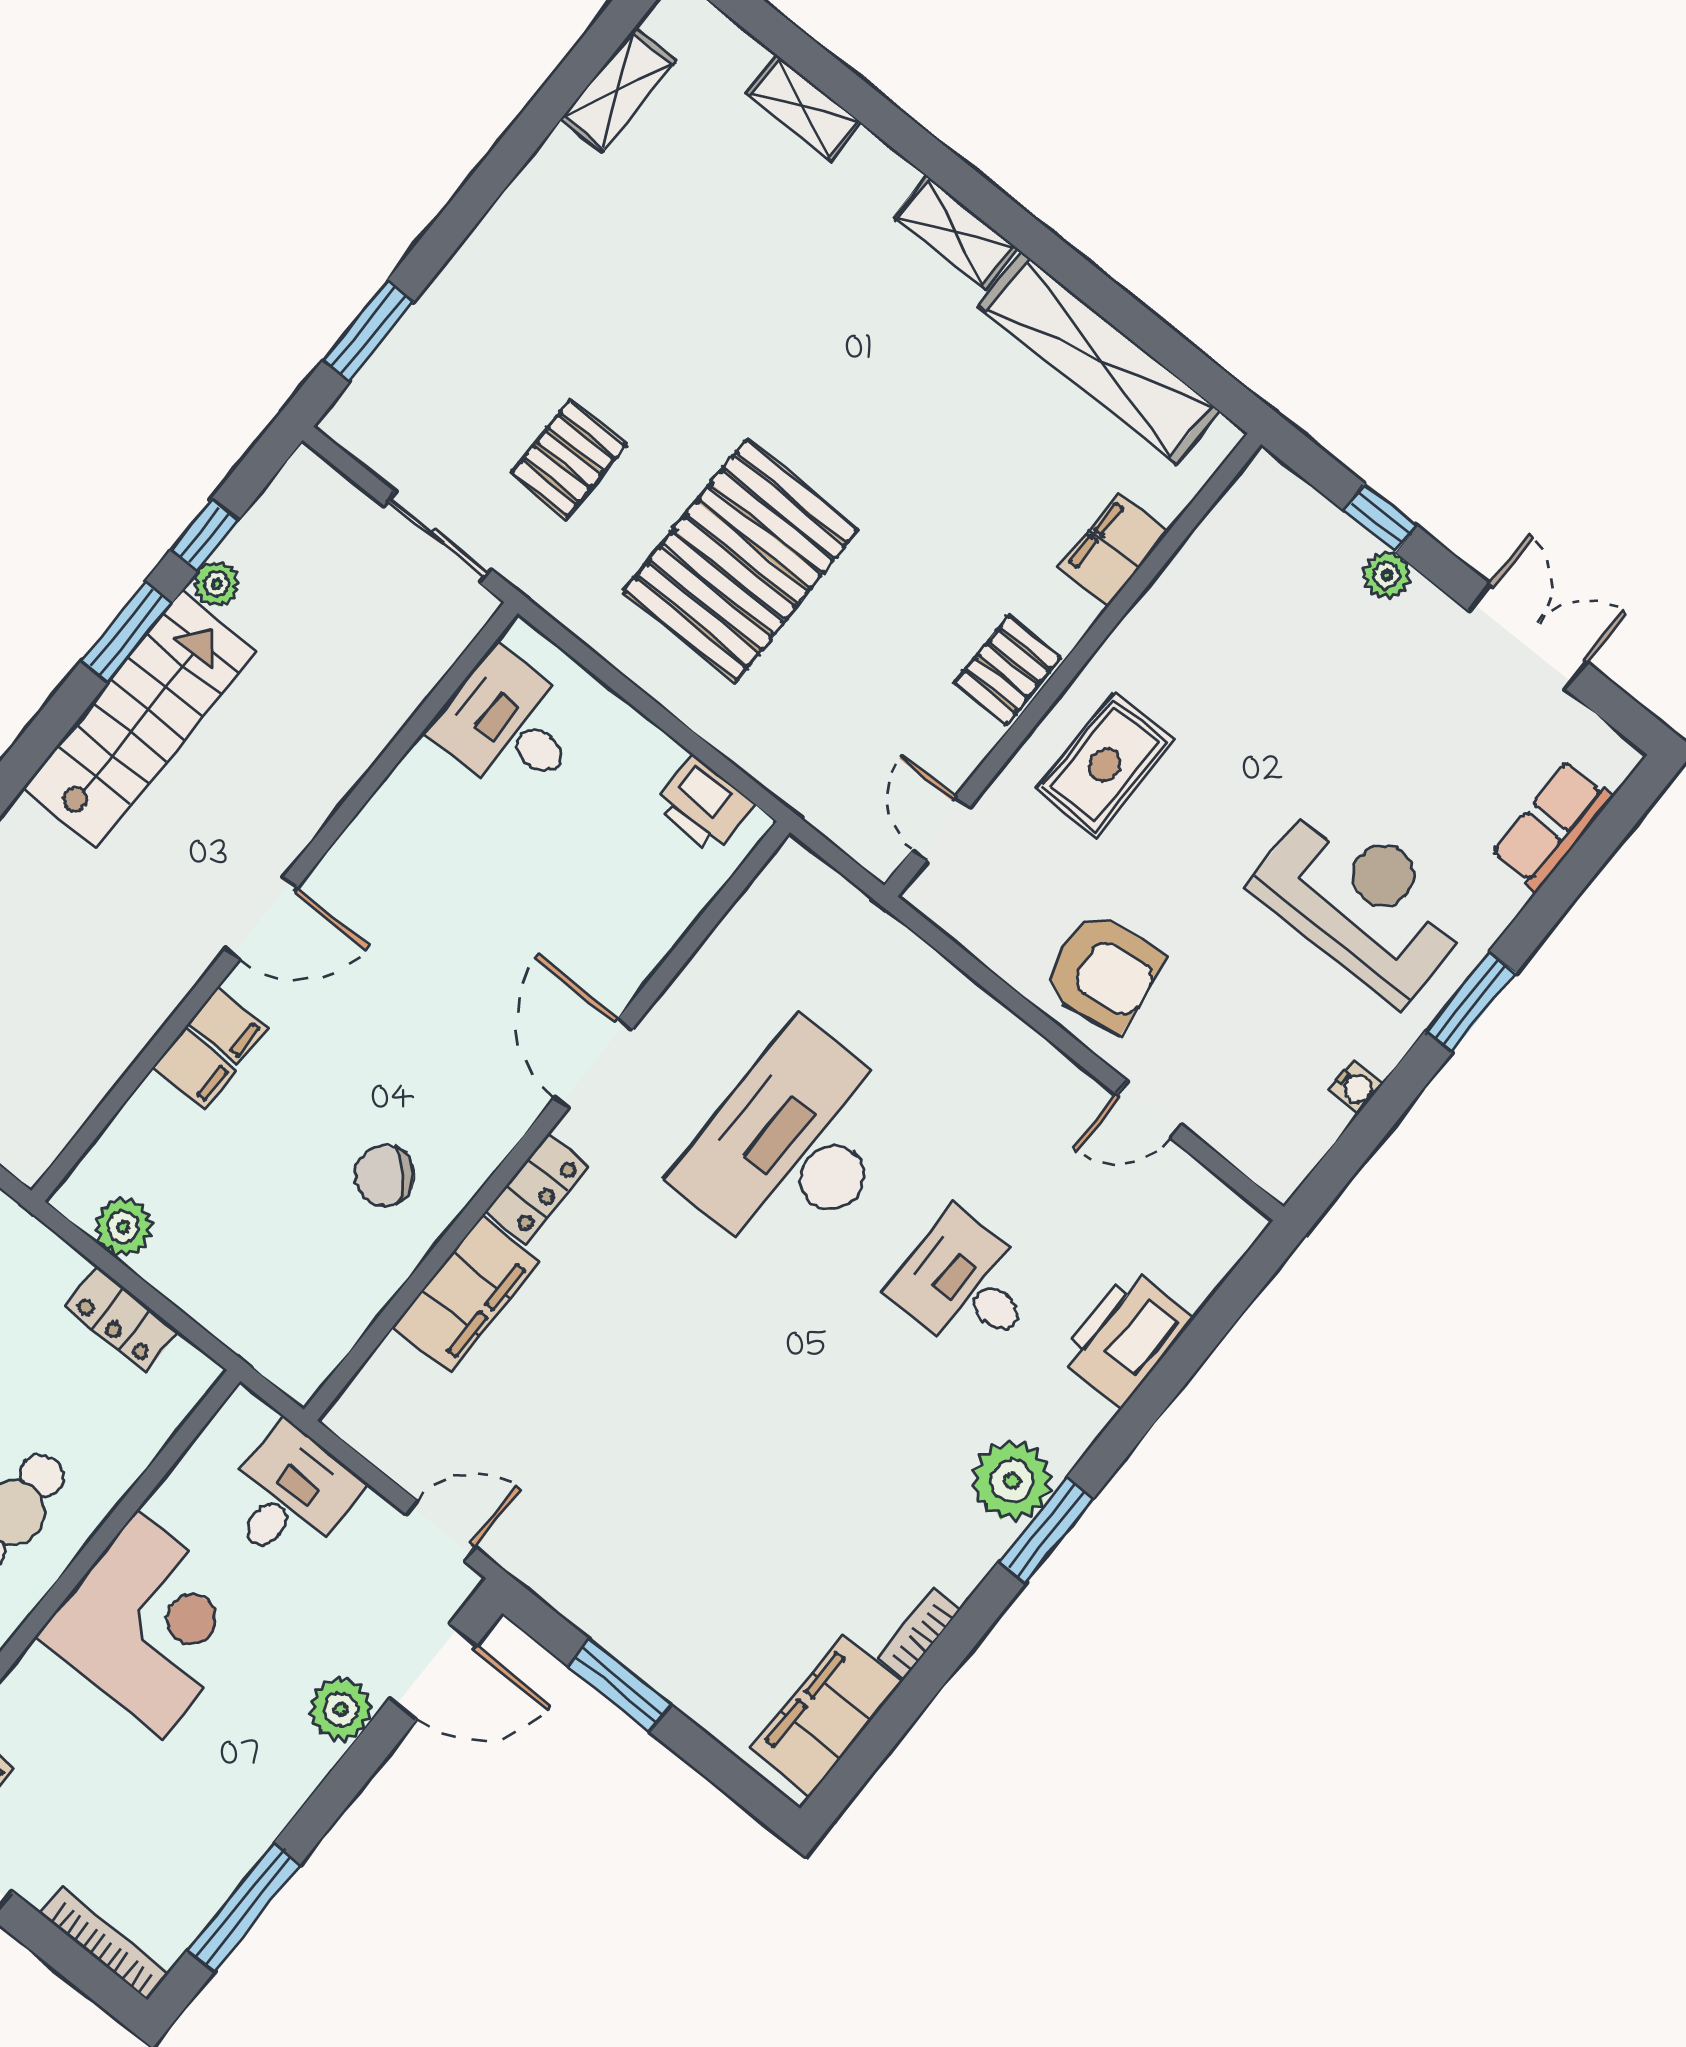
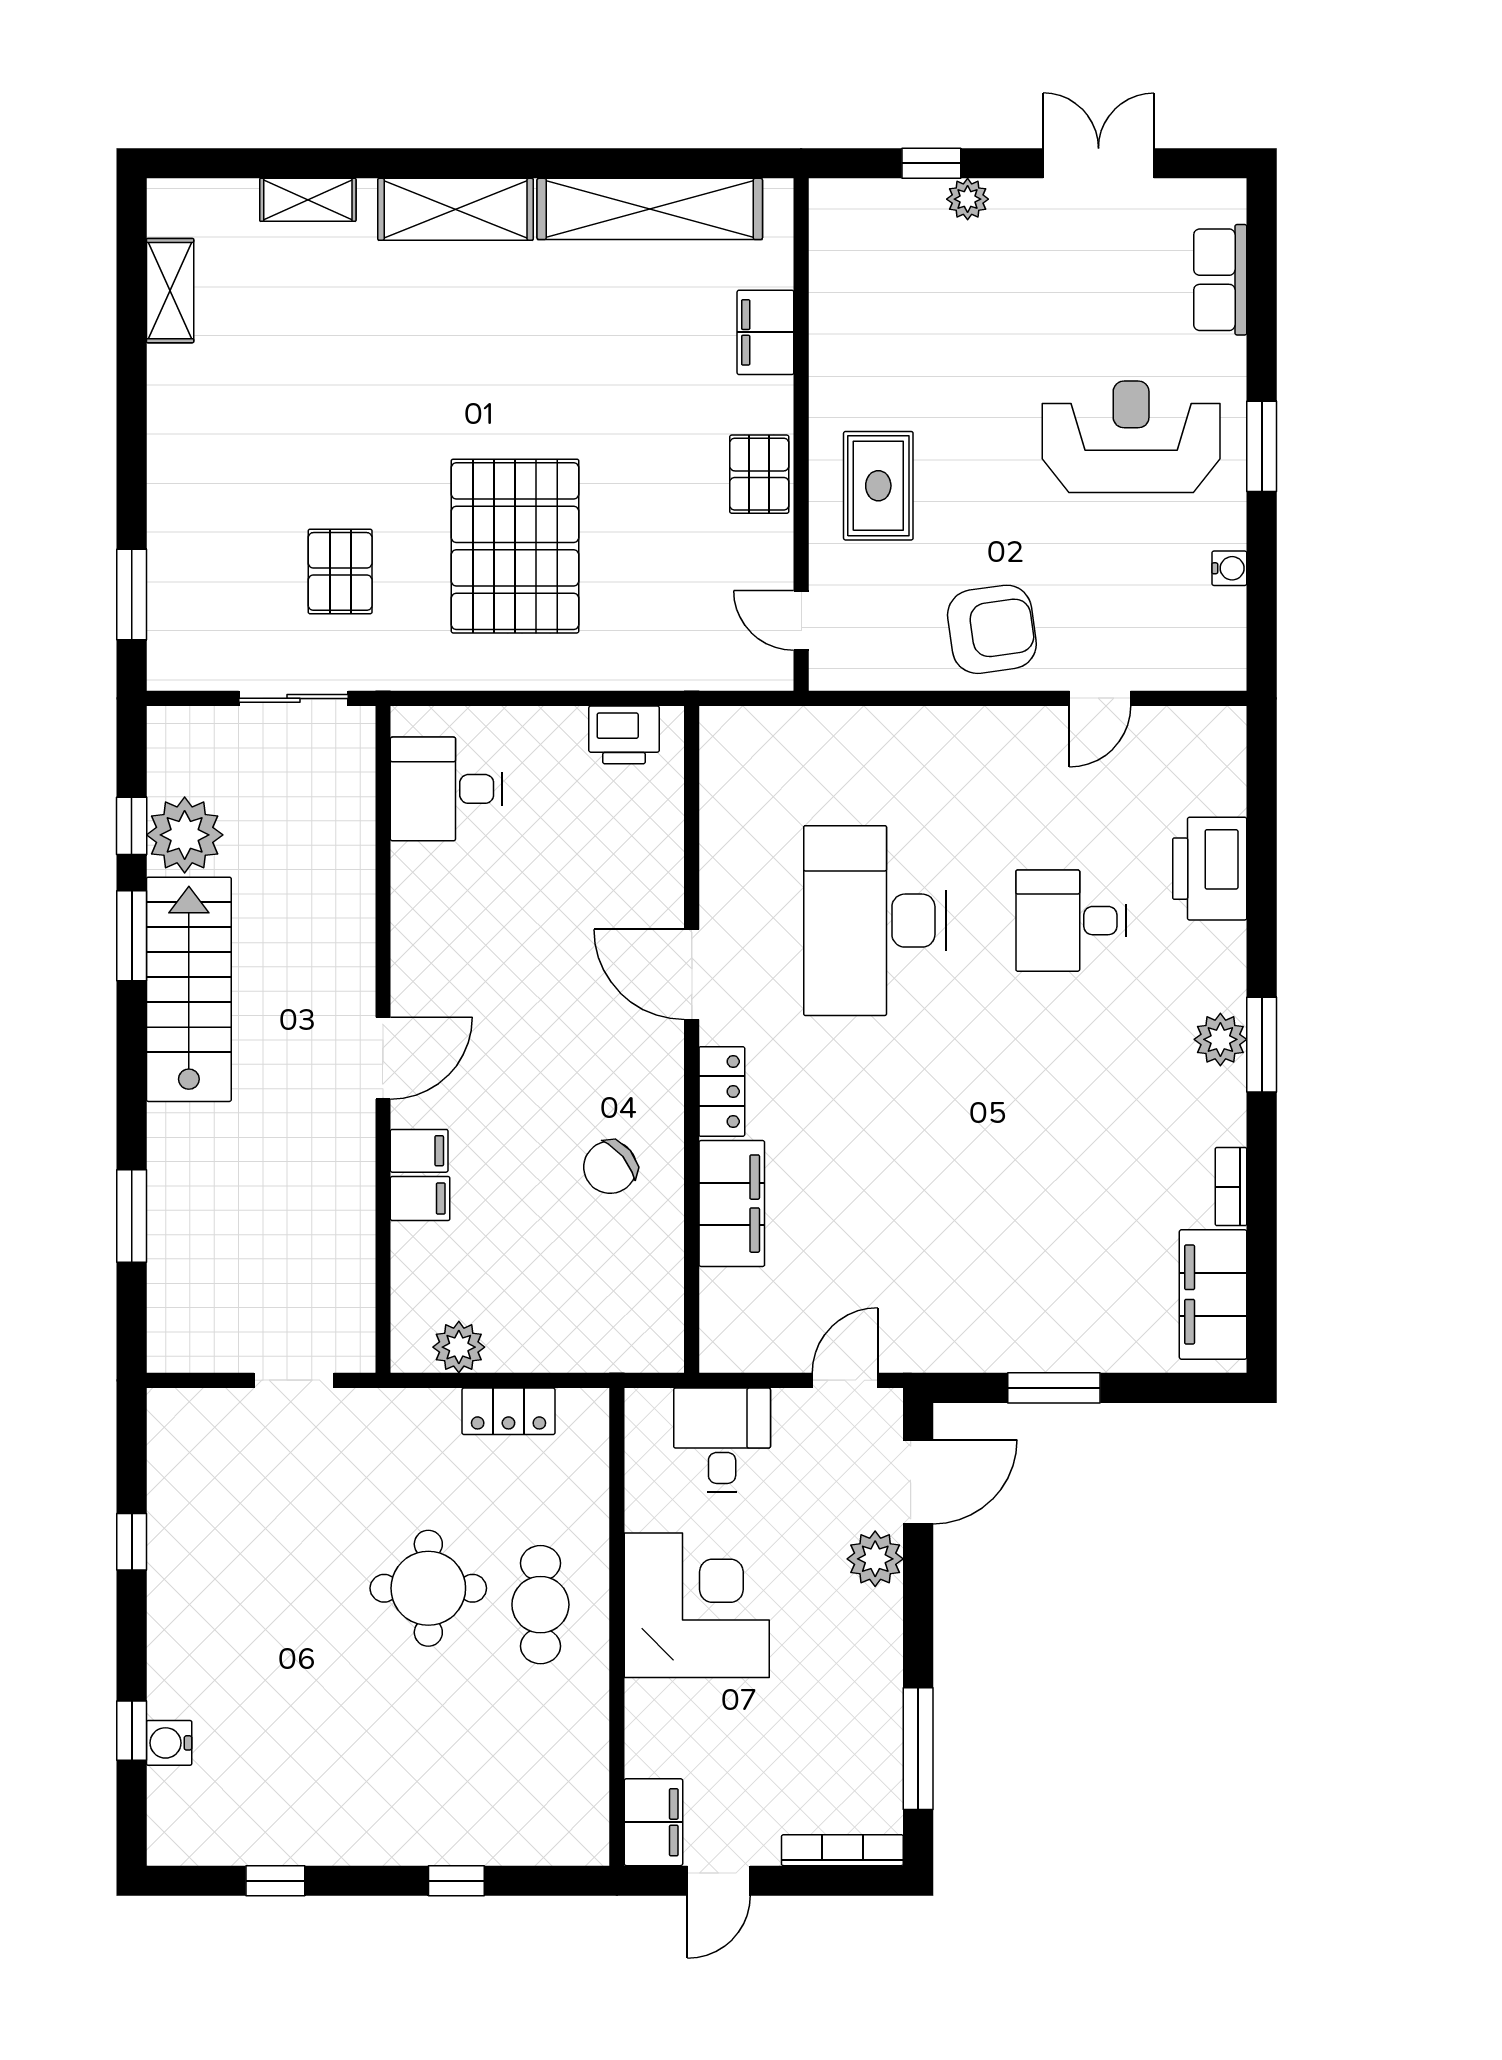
shelving: (956, 232) -> (456, 209), width x1.50, depth x1.33
plant: (216, 584) -> (185, 835), width x1.87, depth x1.87
plant: (1012, 1481) -> (1220, 1039), width x0.73, depth x0.73

